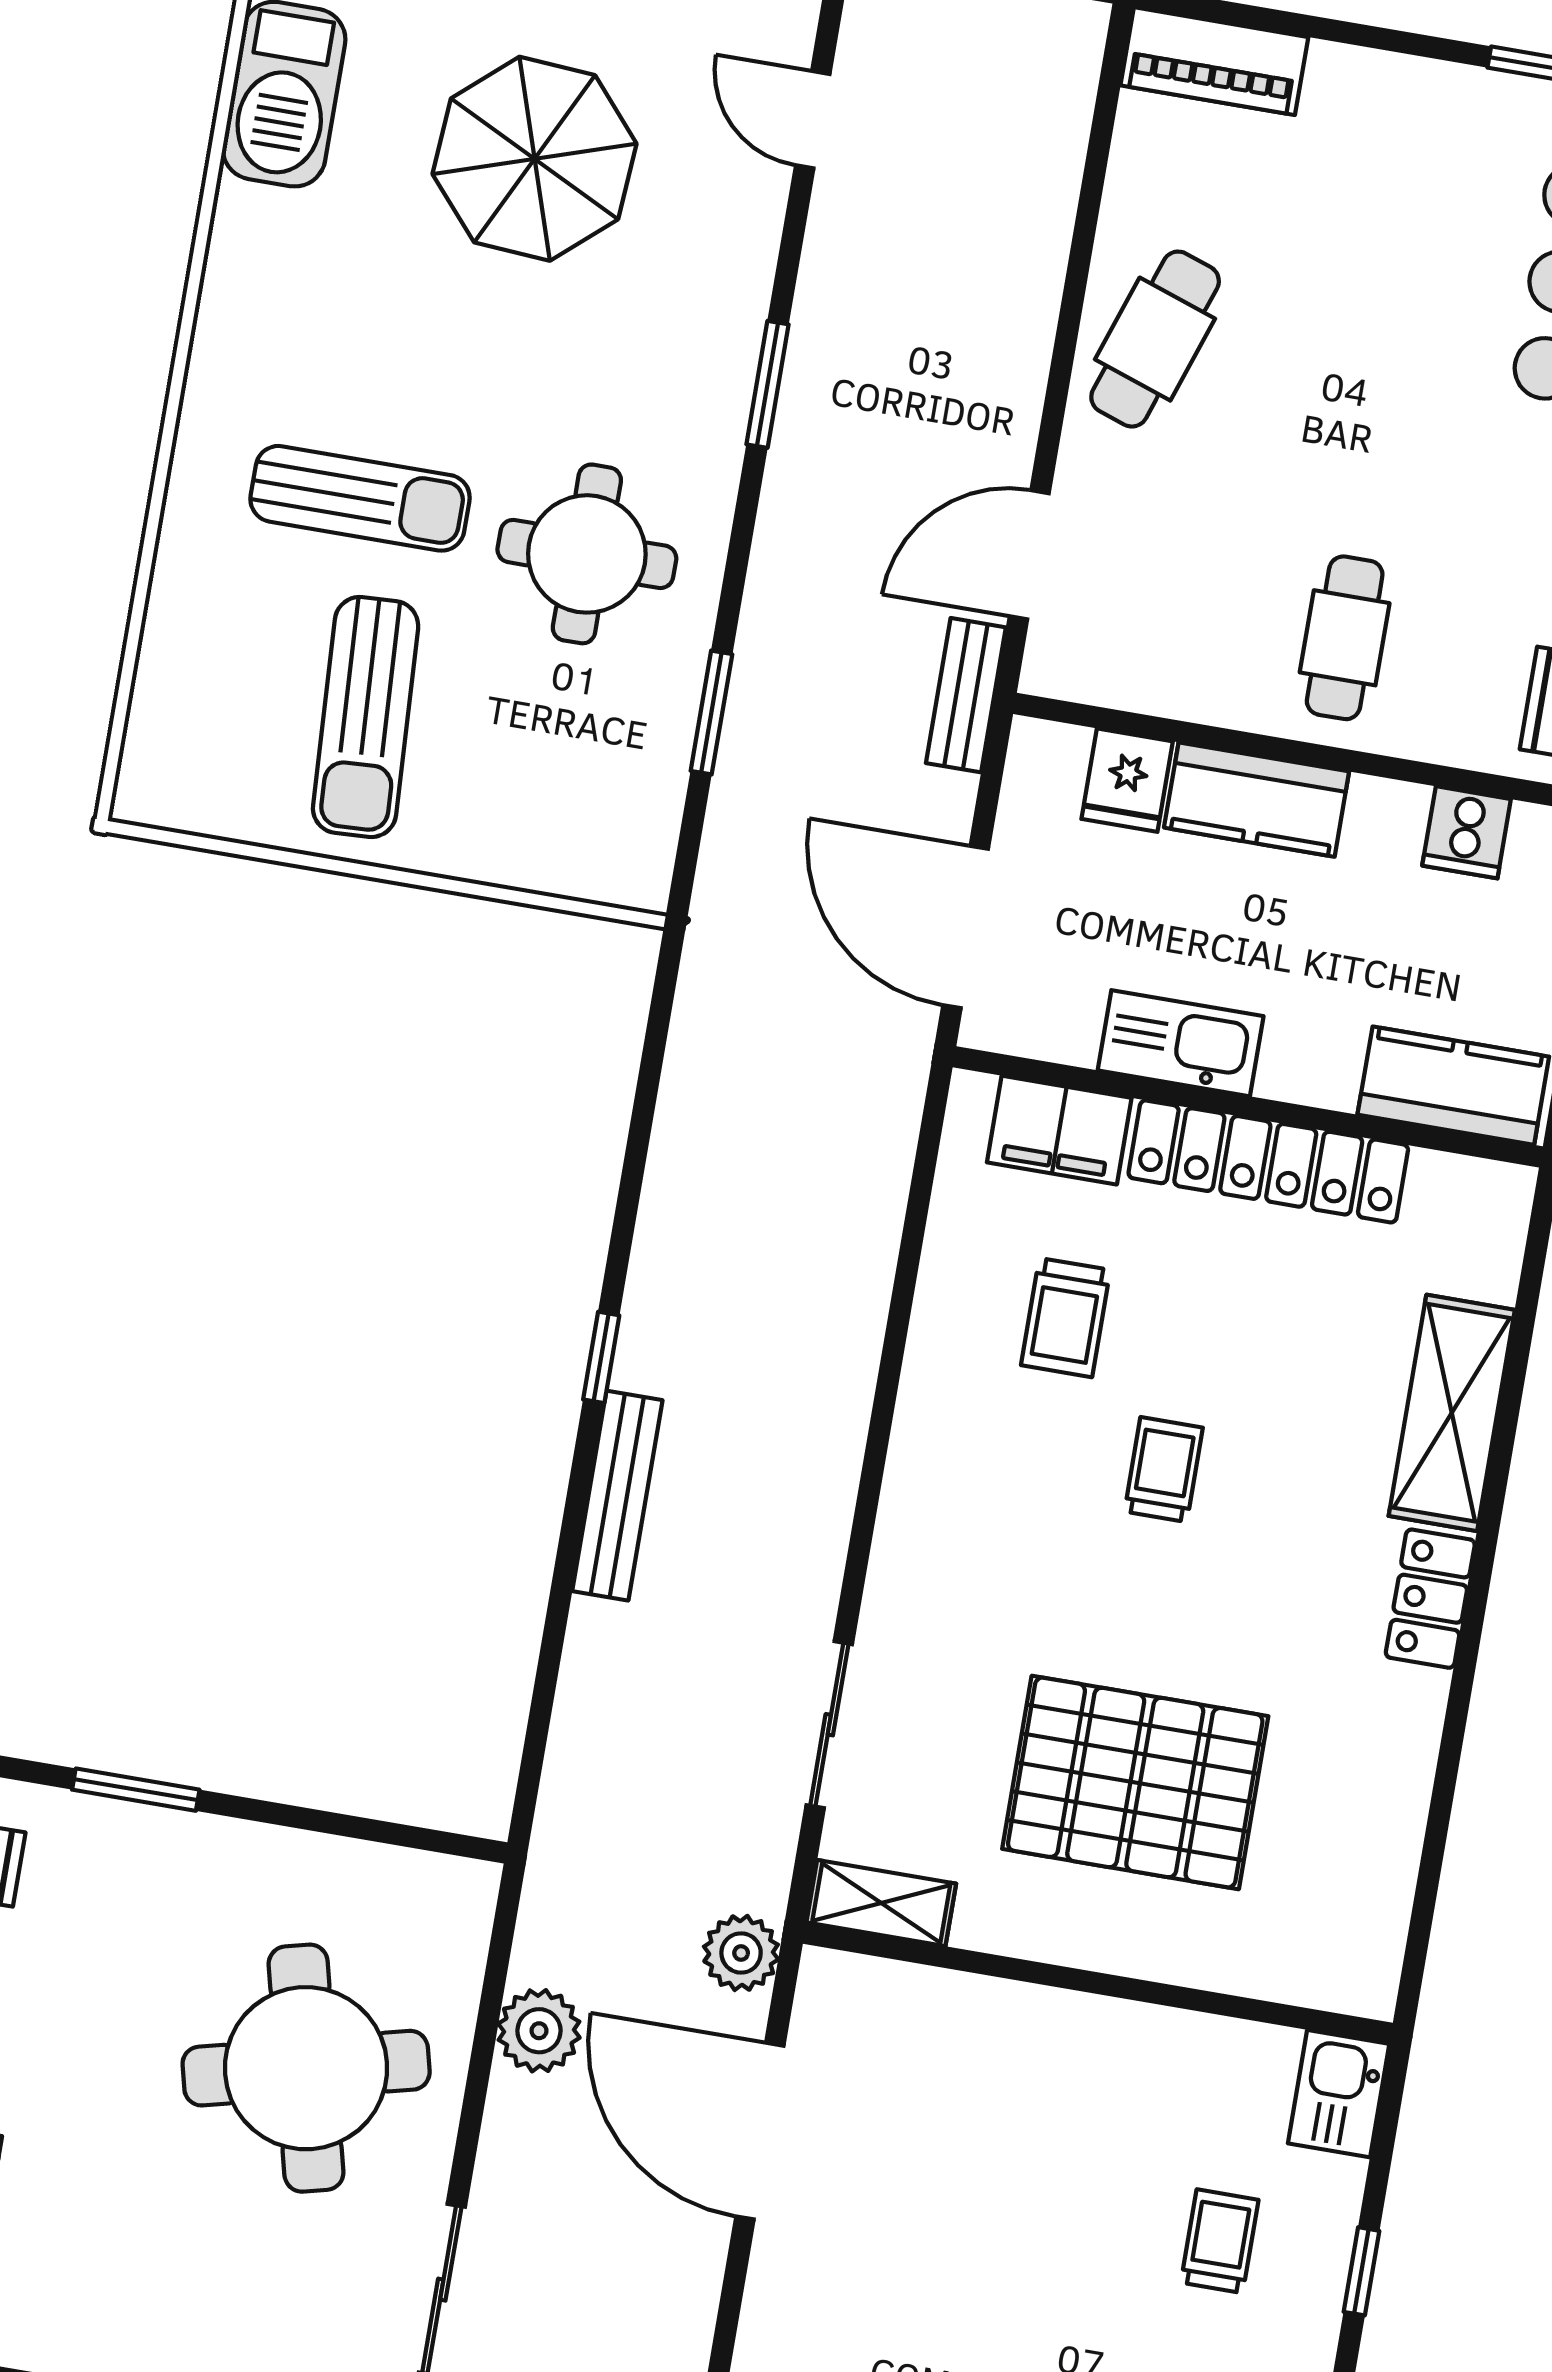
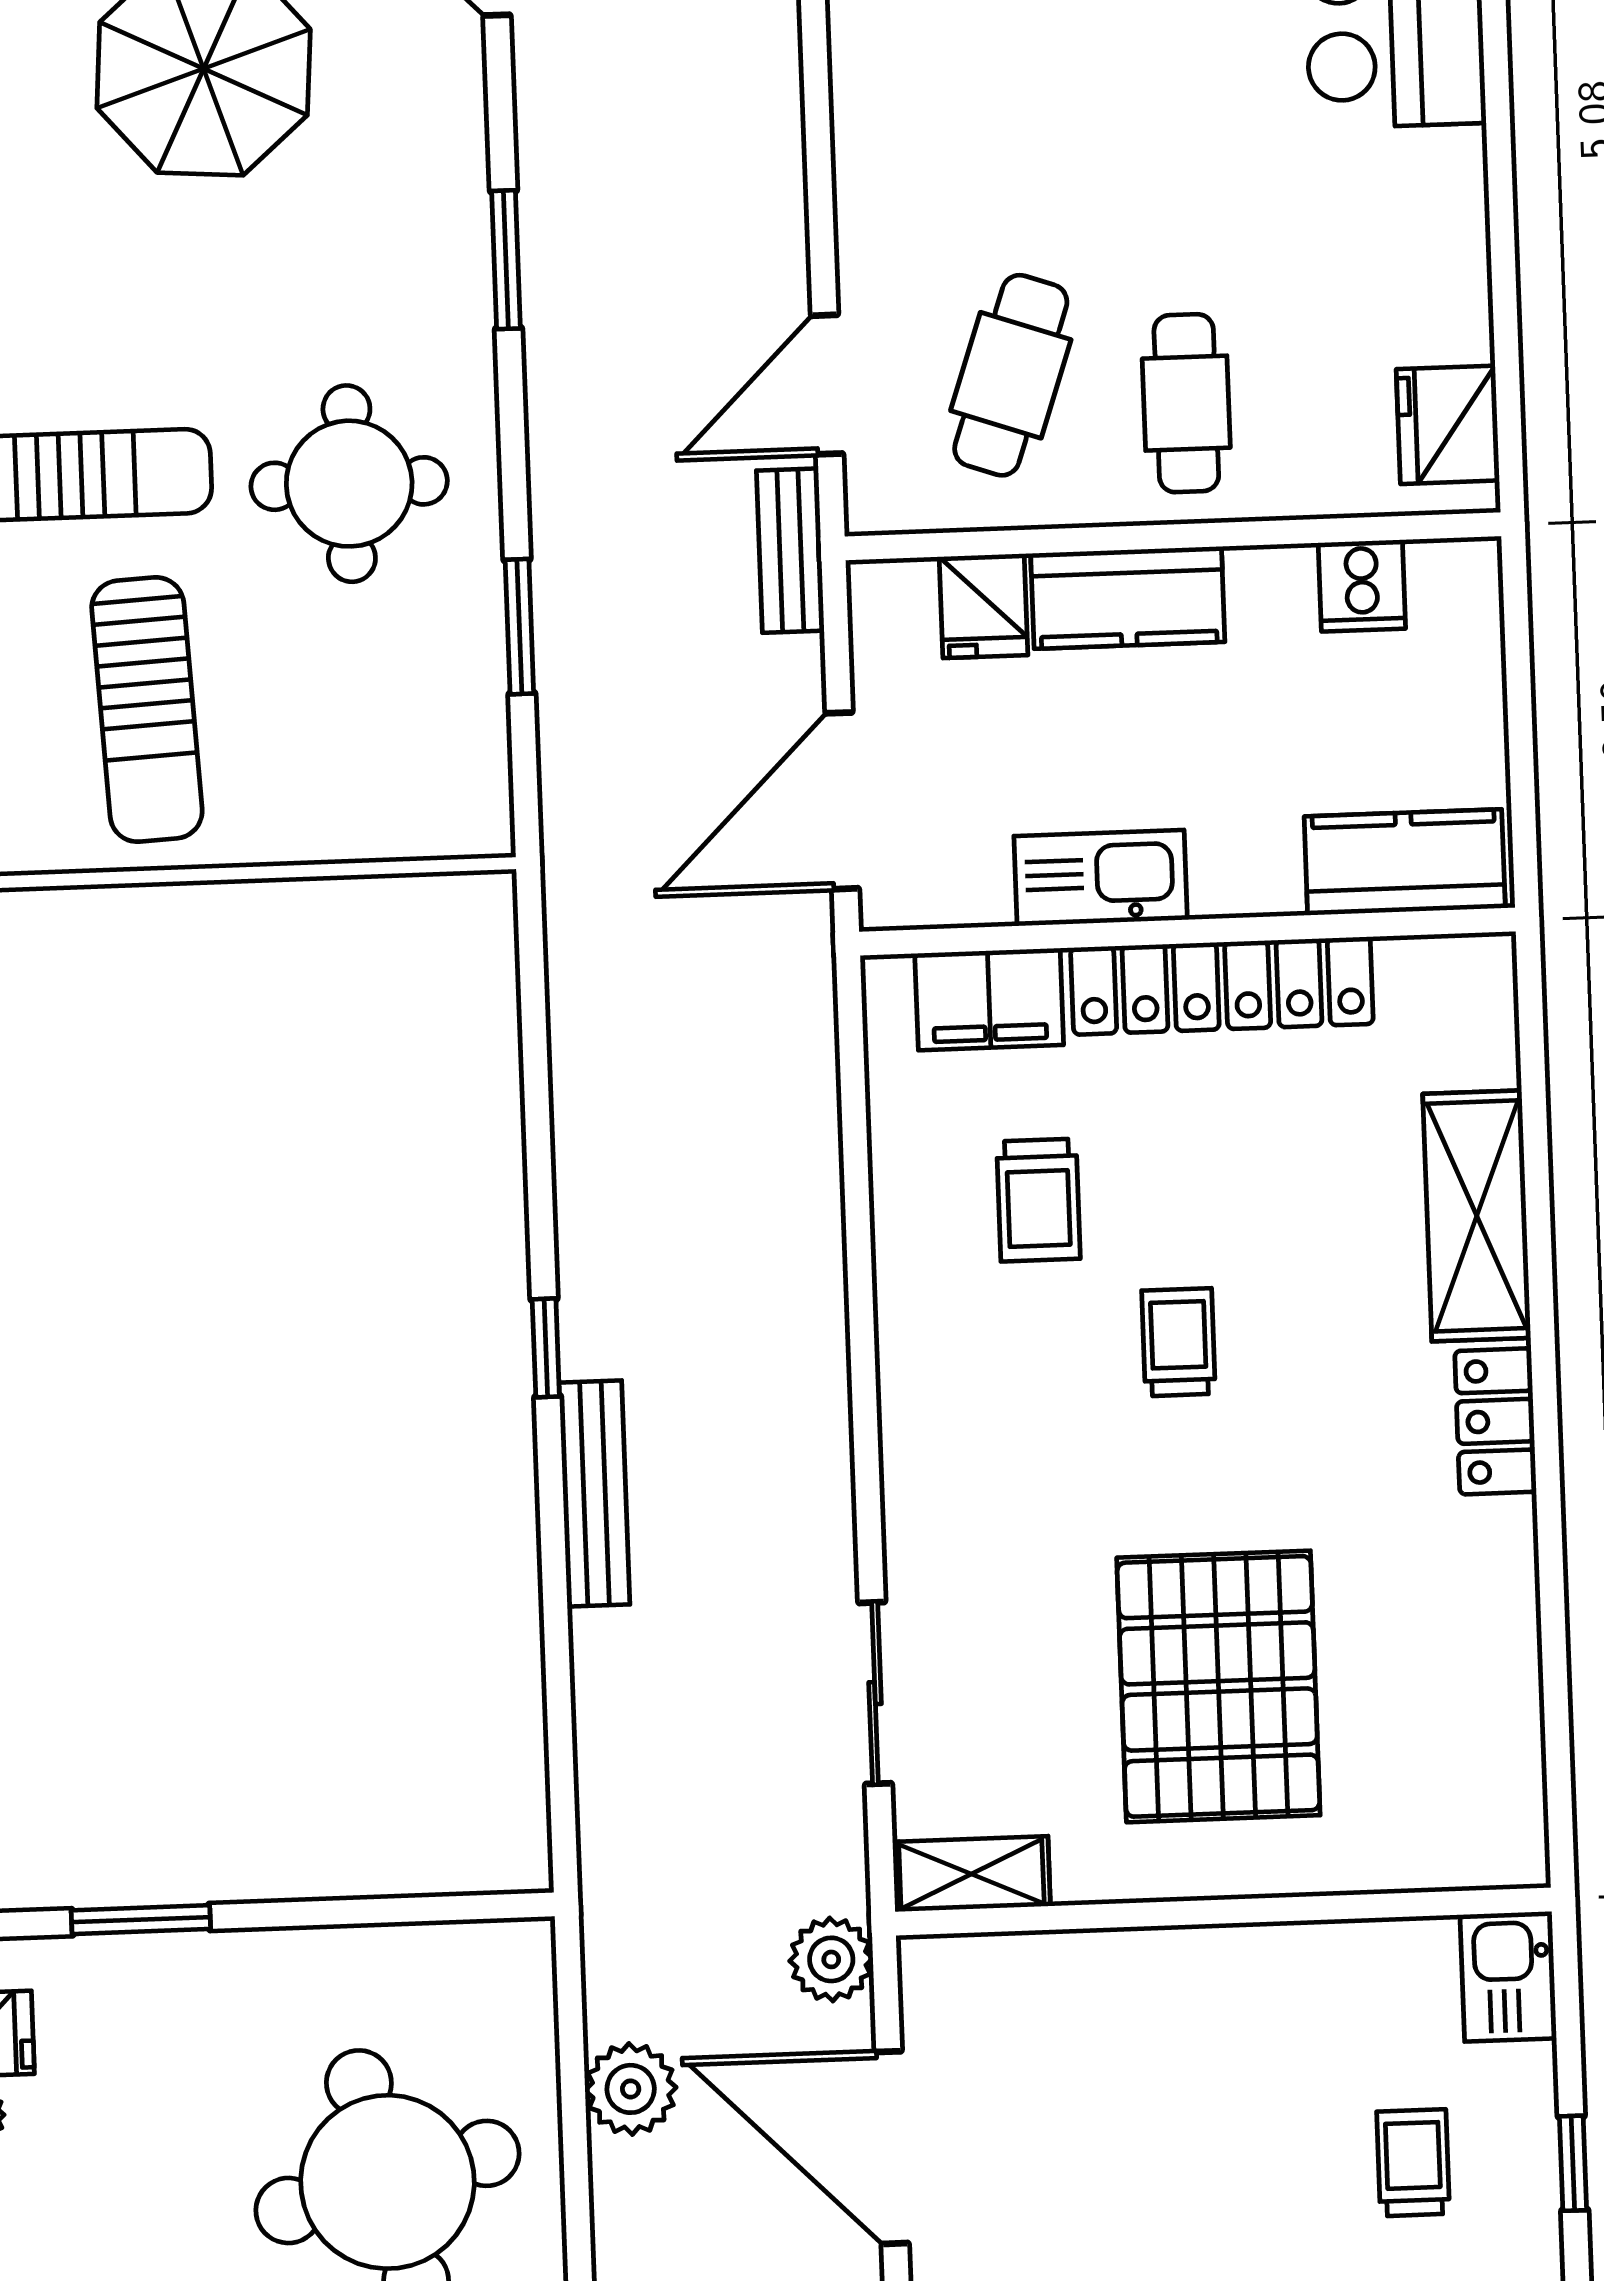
cafe table: (1155, 339) -> (1011, 375), moved
door: (966, 927) -> (842, 801), hinge flipped
pallet: (1135, 1782) -> (1218, 1686), turned 90

